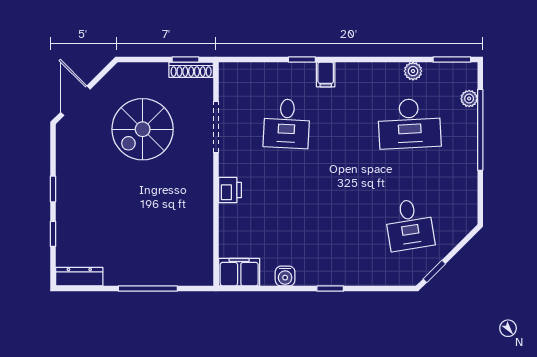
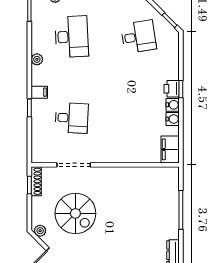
plant: (413, 71) -> (37, 59), moved
plant: (116, 76) -> (40, 231), added
printer: (230, 190) -> (172, 89), moved, turned -90
water cooler: (307, 276) -> (173, 105), added

